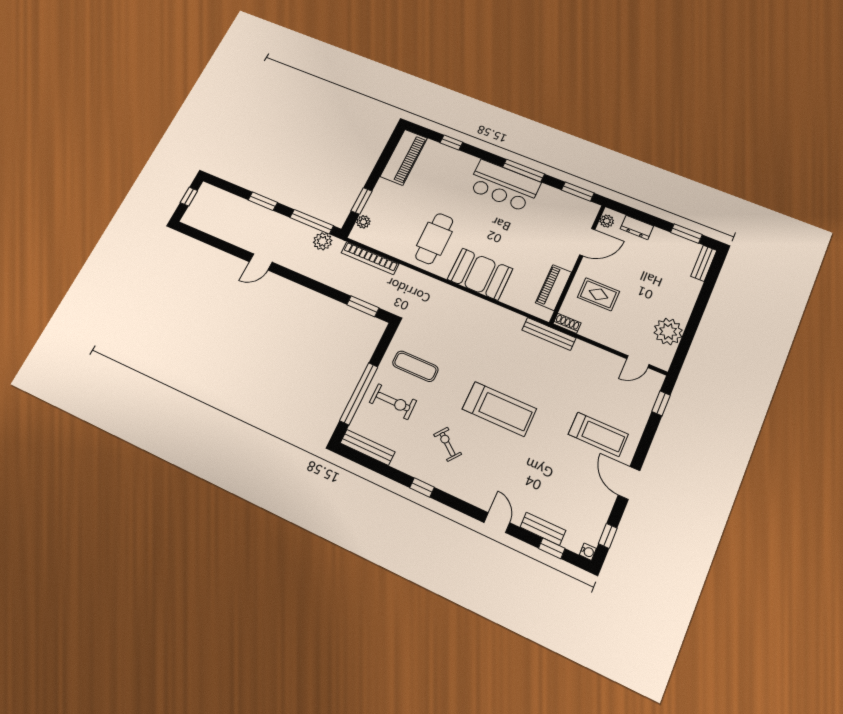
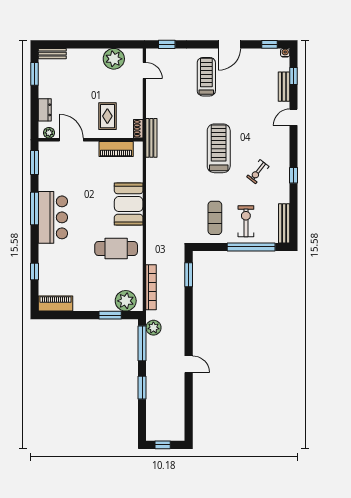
piano: (404, 157) -> (56, 304), width x0.73, depth x0.75
plant: (363, 222) -> (126, 301), width x1.88, depth x1.88

